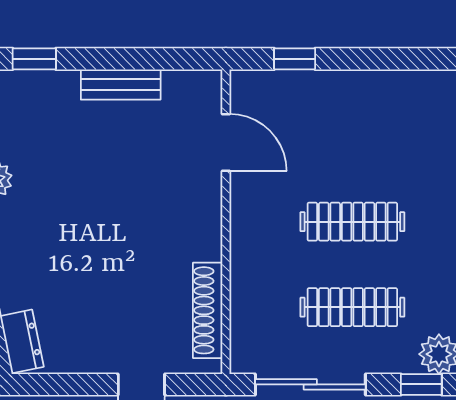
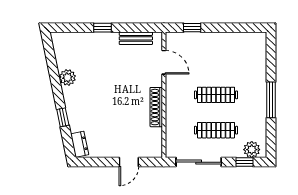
window: (34, 59) -> (103, 28), moved
bench: (121, 84) -> (136, 38), moved
shoe rack: (208, 310) -> (156, 107), moved

